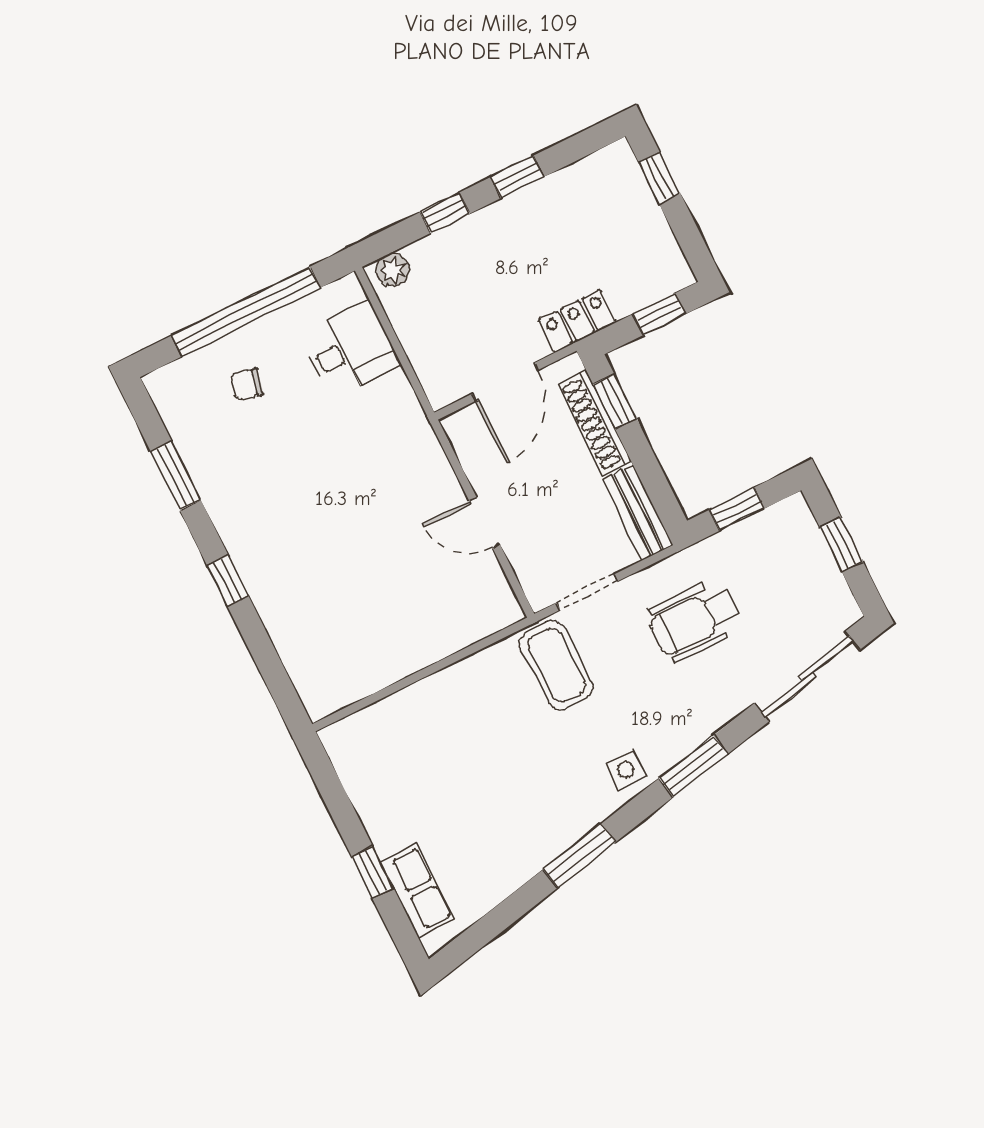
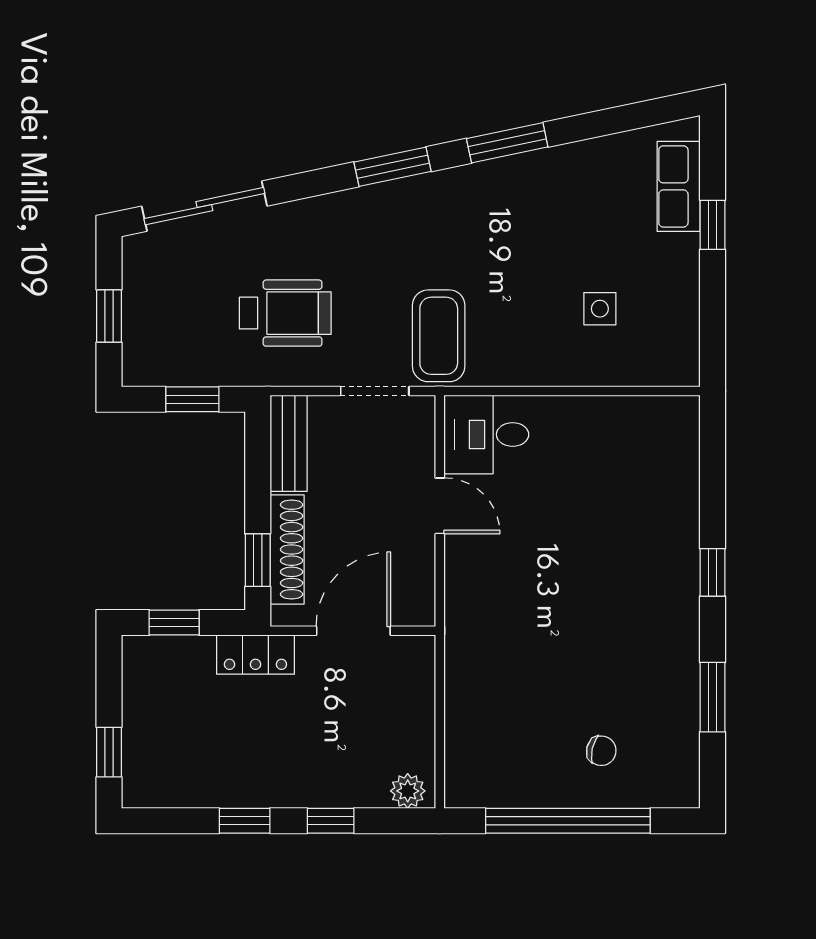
desk: (350, 349) -> (486, 434), moved
window: (693, 766) -> (392, 167), moved
side table: (626, 770) -> (600, 309), moved

